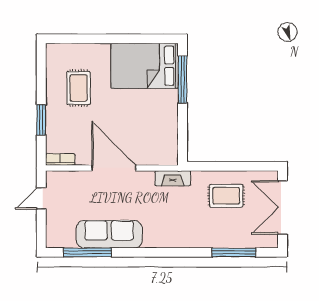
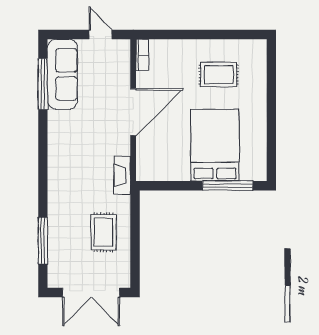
bed: (145, 66) -> (215, 145), moved
window: (41, 120) -> (185, 35), removed
double door: (283, 207) -> (91, 293), swing flipped
sofa: (109, 234) -> (62, 74), moved

